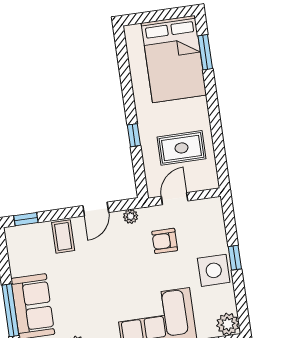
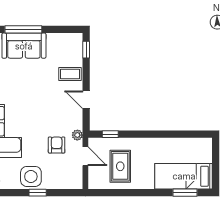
bed: (174, 59) -> (184, 176), width x0.67
window: (134, 135) -> (110, 134), moved
plant: (131, 216) -> (77, 135), moved

